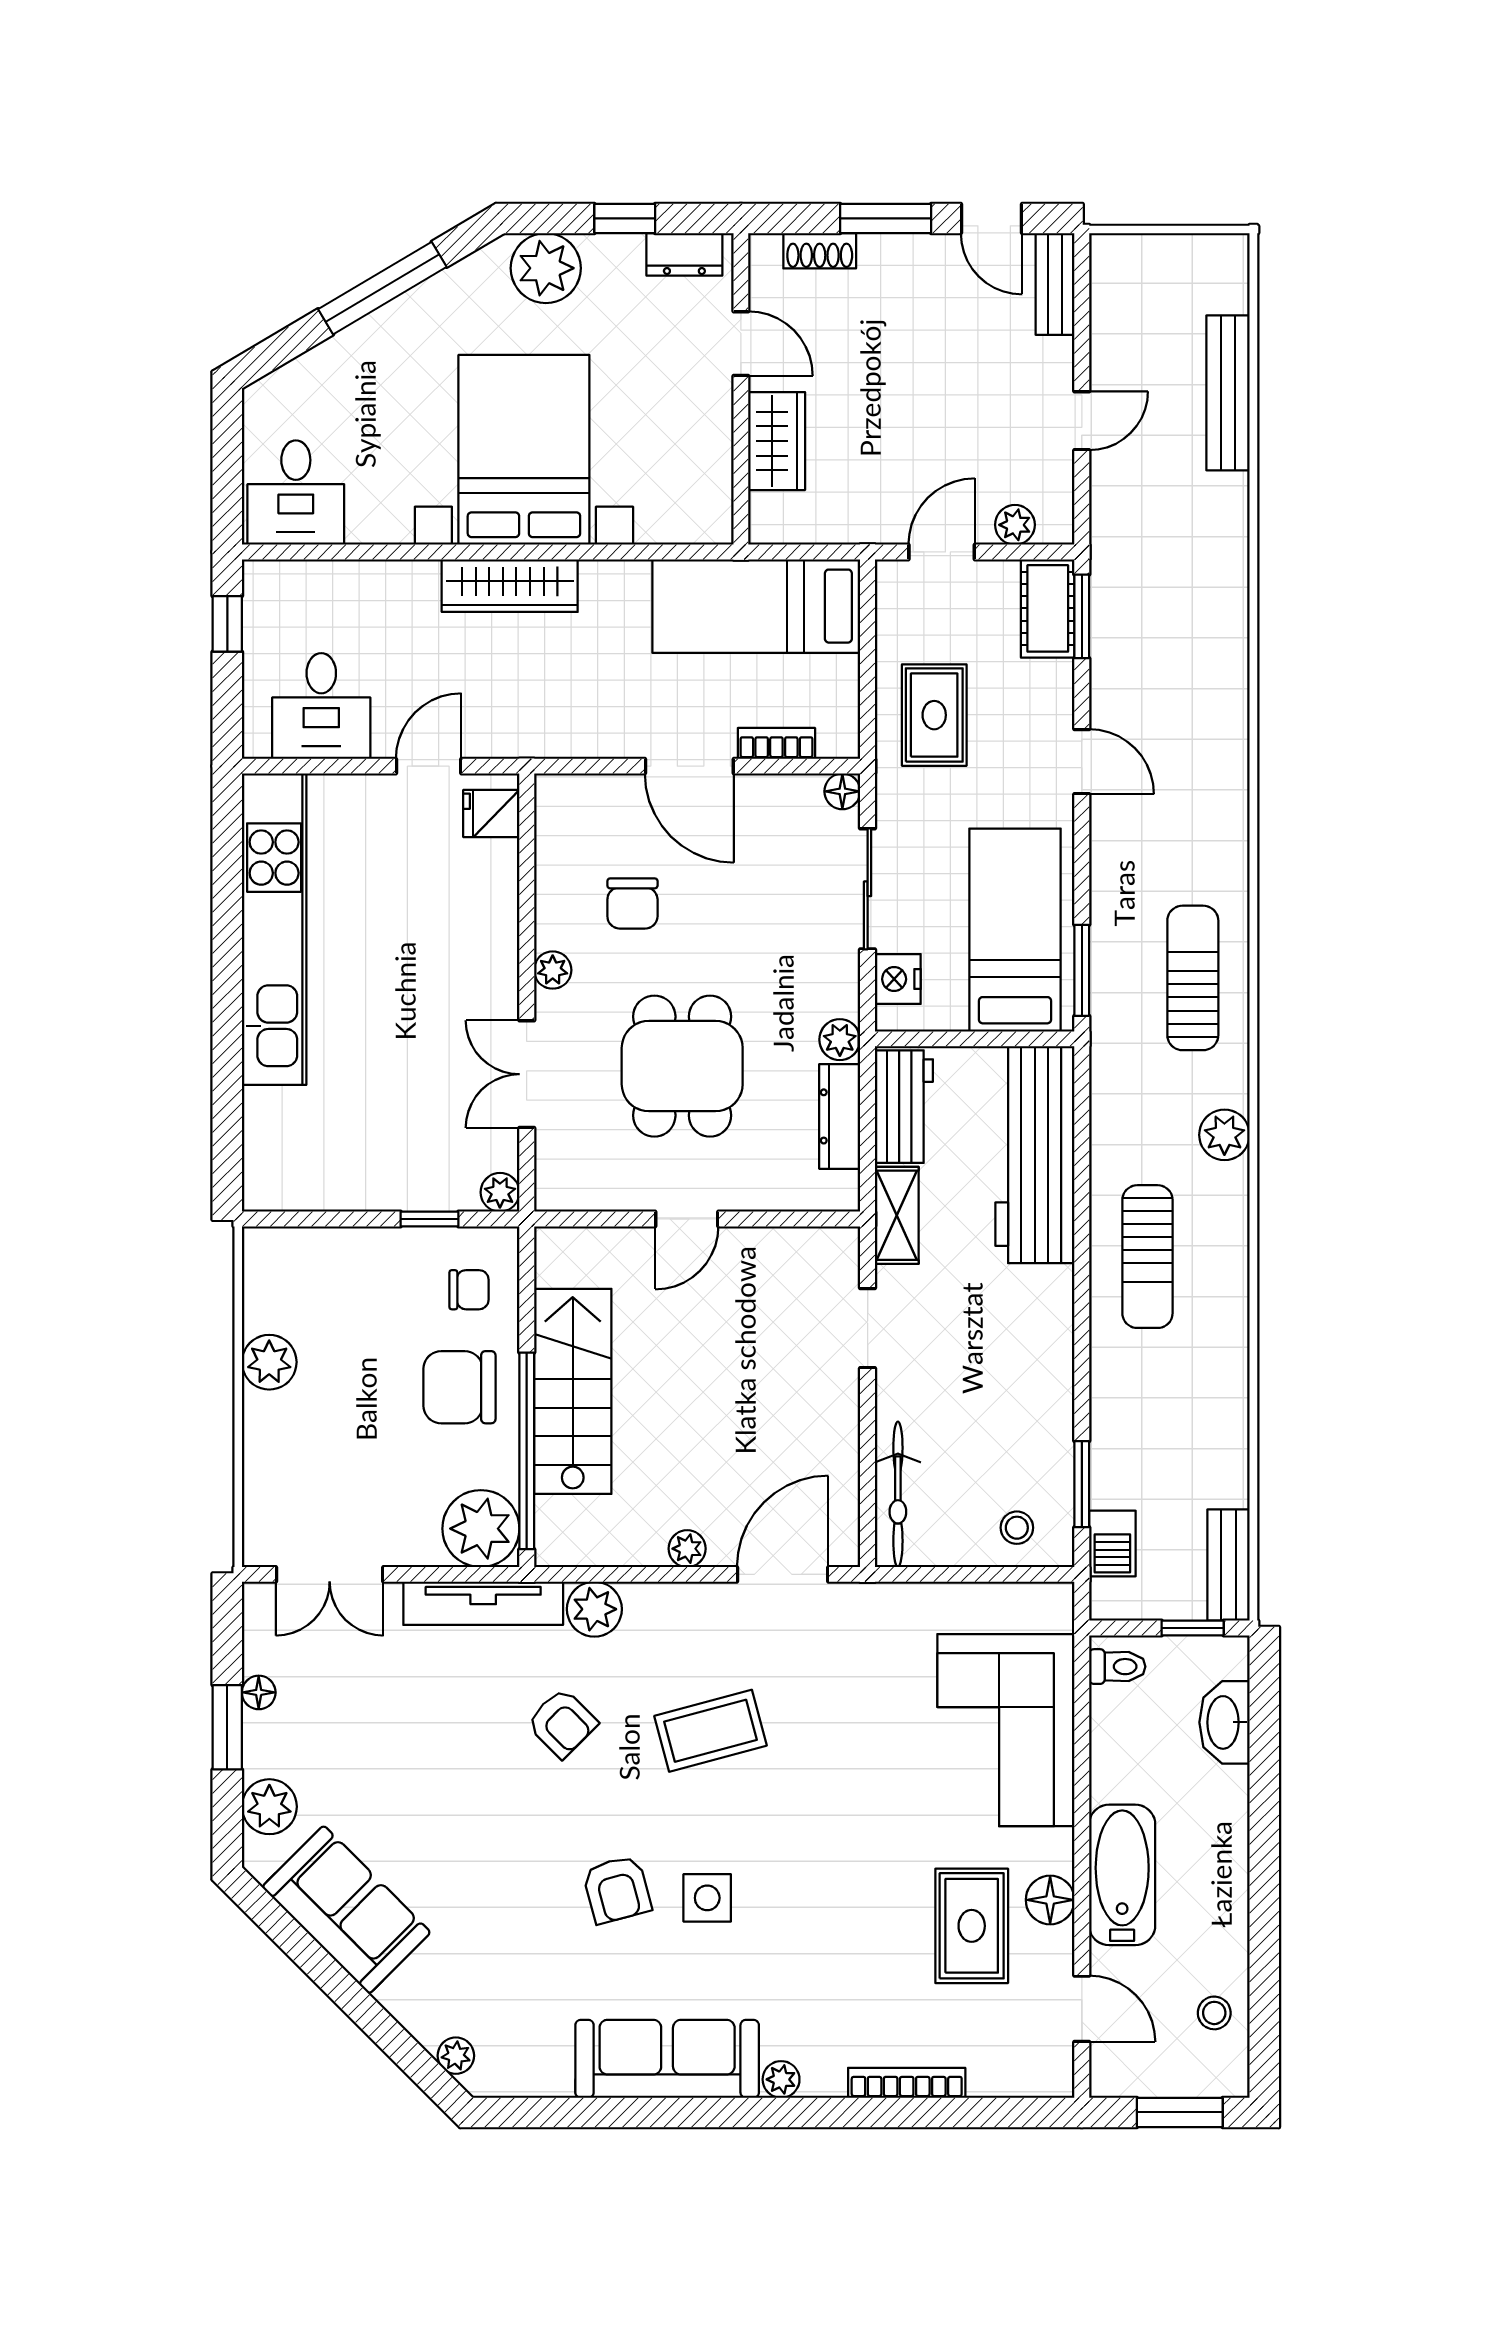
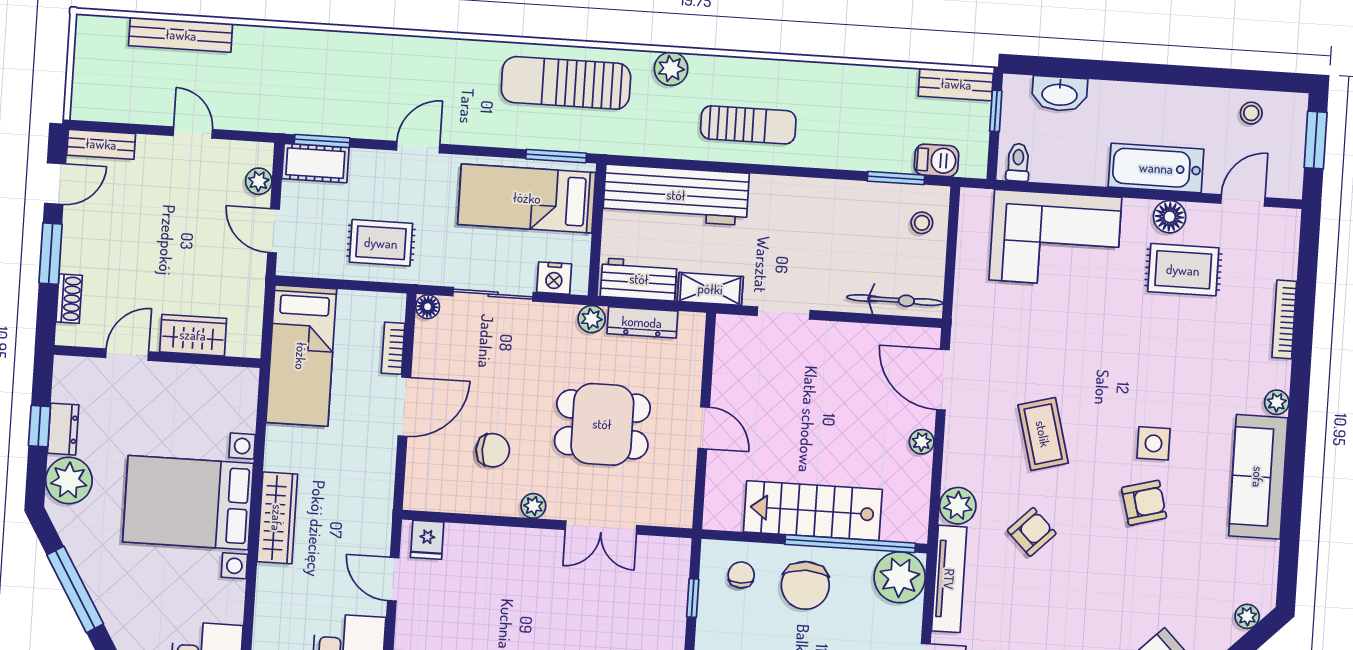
dresser: (684, 254) -> (63, 429), moved
sun lounger: (1193, 978) -> (566, 83), width x1.36, depth x1.34
plant: (500, 1192) -> (678, 550), removed

